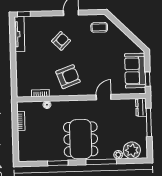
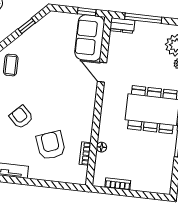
window: (130, 35) -> (27, 26), added
sofa: (135, 71) -> (90, 38), moved, turned 90
armchair: (68, 77) -> (51, 145), moved

